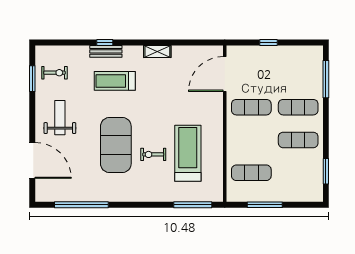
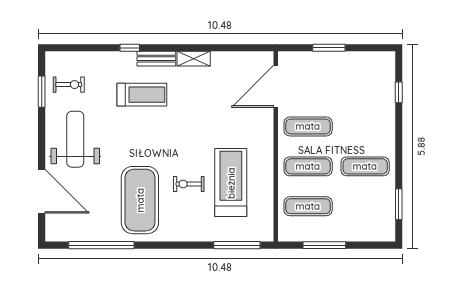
window: (269, 42) -> (329, 48), width x1.50
bench: (106, 51) -> (156, 59), moved
window: (326, 79) -> (399, 92), width x0.46
treadmill: (115, 81) -> (142, 95), turned 180
exercise mat: (298, 107) -> (308, 166), moved
weight bench: (60, 118) -> (75, 139), width x1.36, depth x1.33
exercise mat: (116, 145) -> (140, 200), moved

